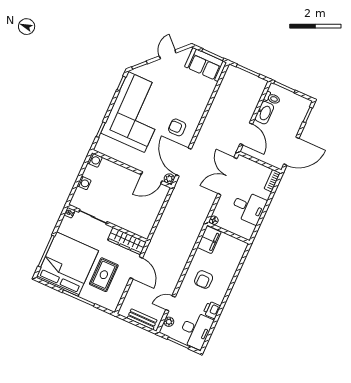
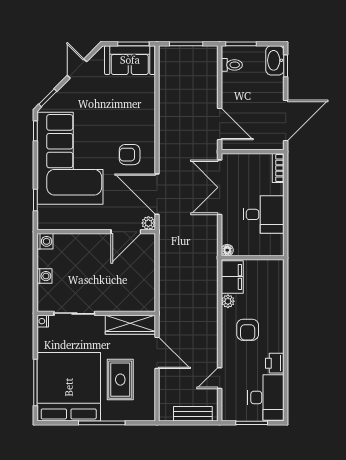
washbasin: (264, 113) -> (275, 60), moved, turned 180
plant: (169, 322) -> (228, 301), moved

